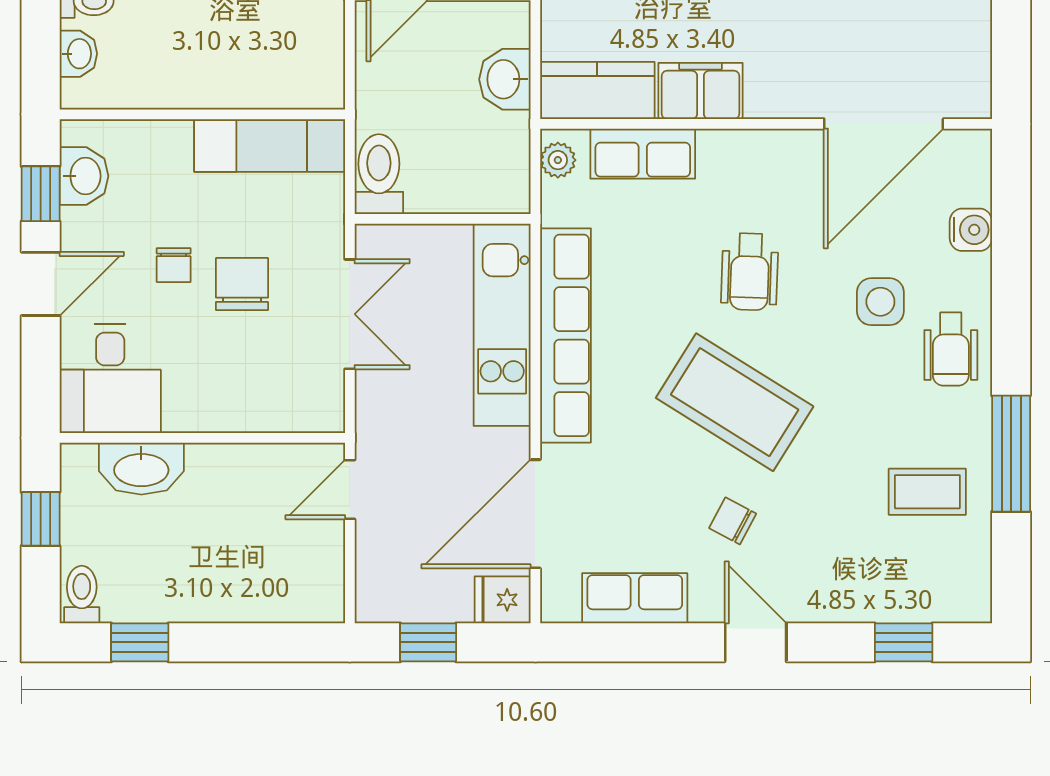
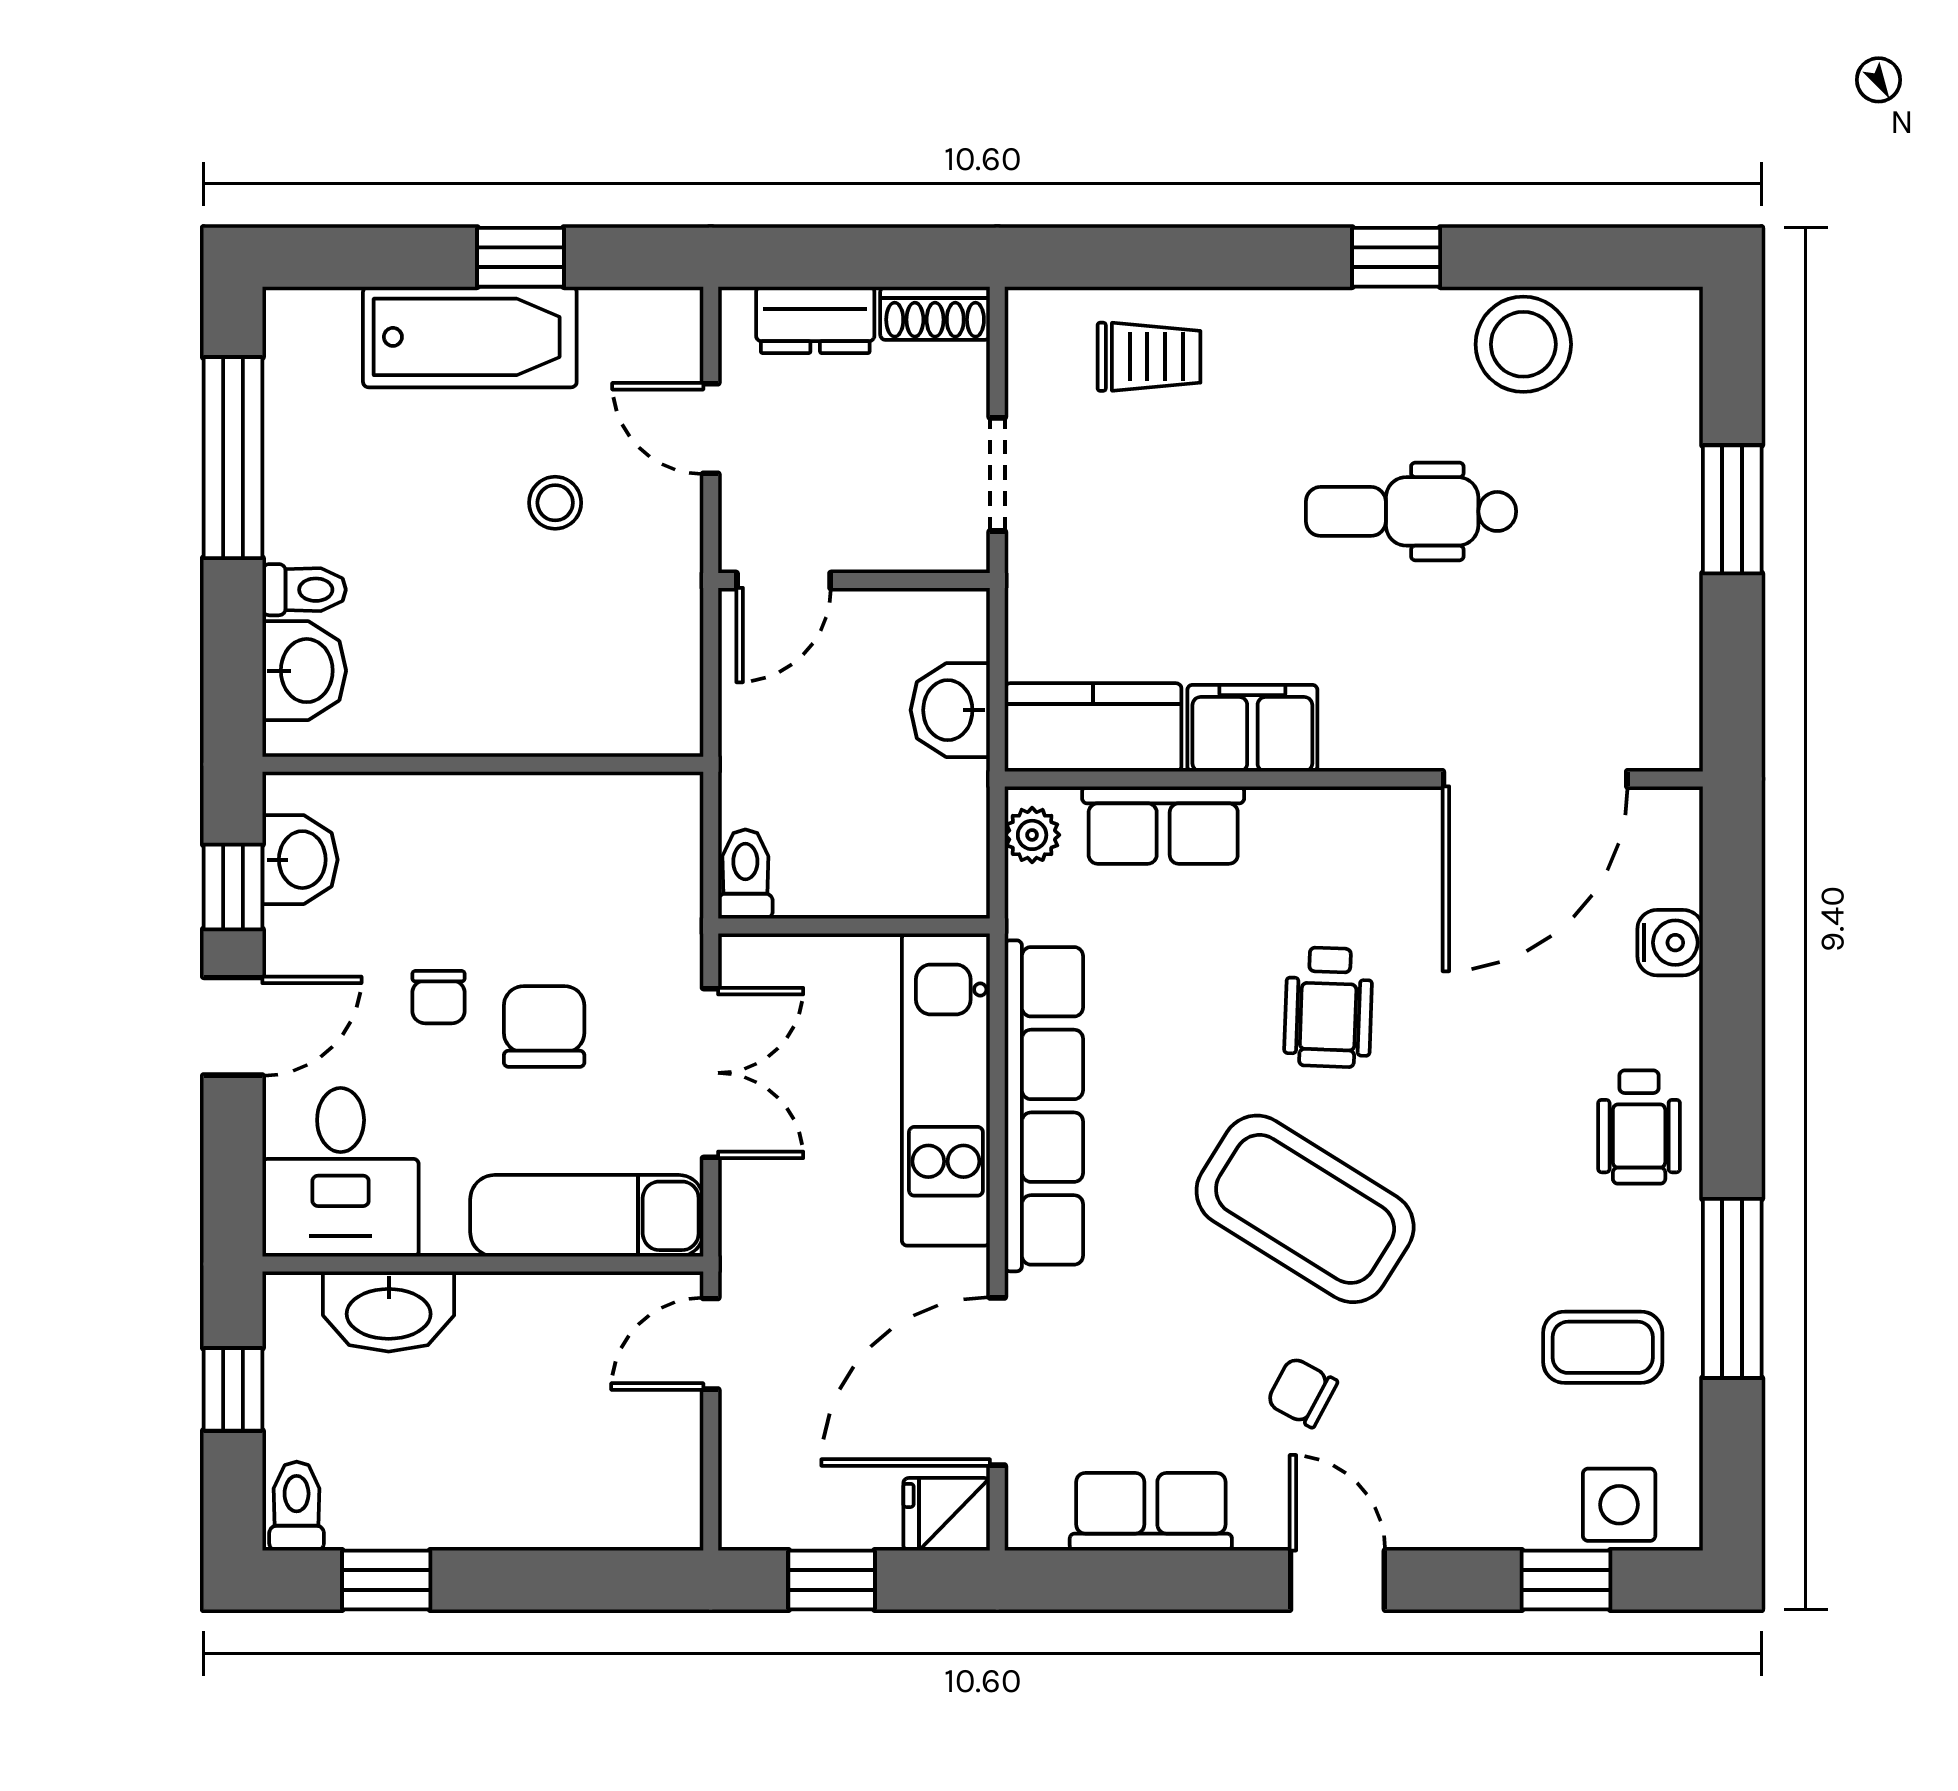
washbasin: (78, 54) -> (304, 671), width x1.38, depth x1.45
exam couch: (270, 145) -> (587, 1216), moved, turned 180
toilet: (379, 174) -> (745, 874), width x0.73, depth x0.72
side table: (880, 302) -> (1619, 1505), moved

